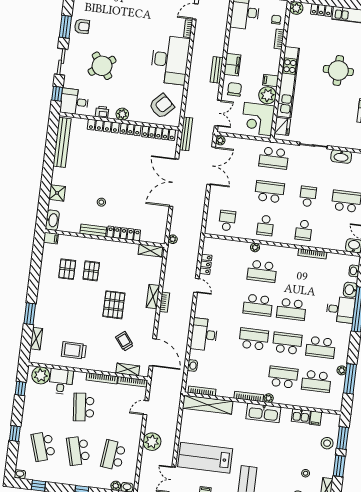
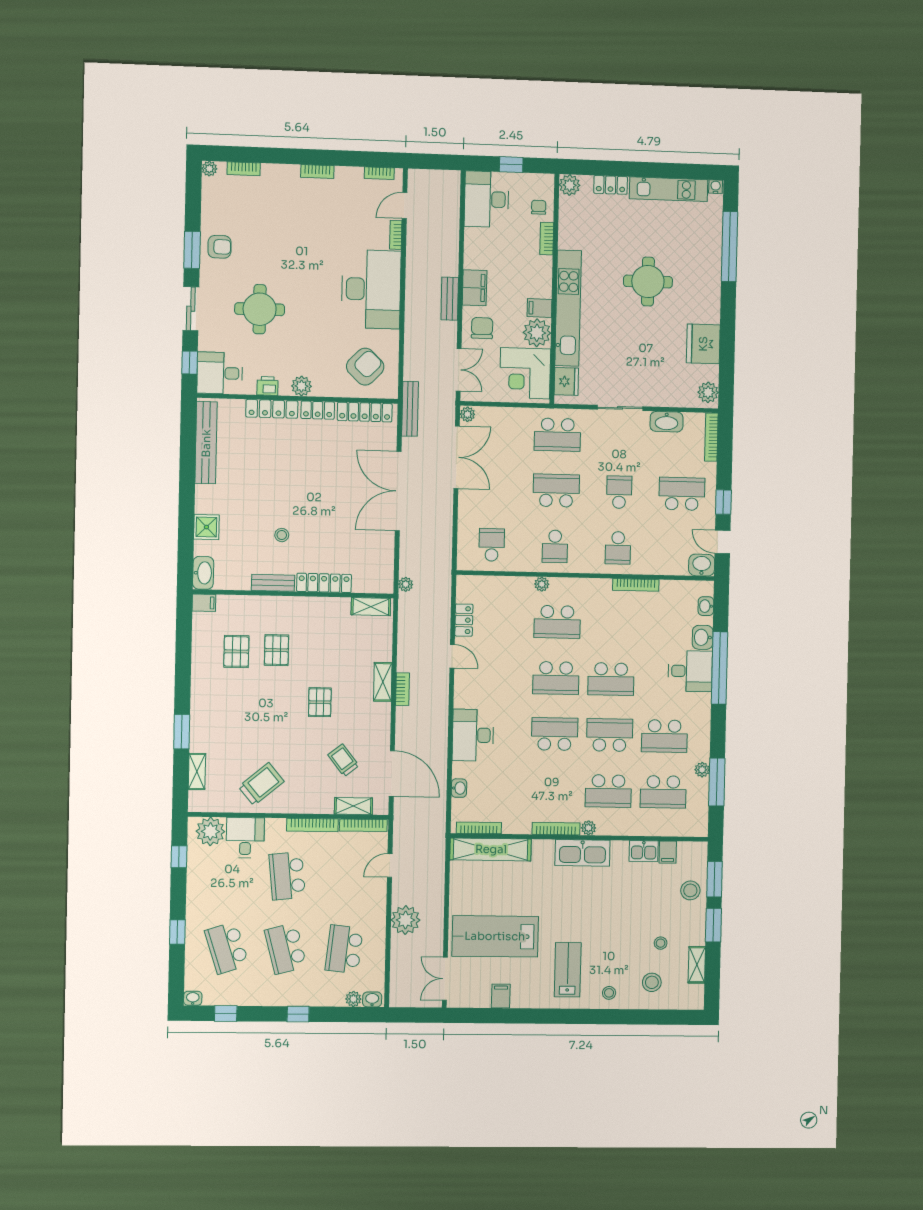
round table: (102, 66) -> (260, 309), turned 37
pallet: (114, 305) -> (320, 702), width x0.67, depth x0.71
trolley: (74, 350) -> (261, 784), turned 140
school desk: (283, 377) -> (608, 791), turned 180

